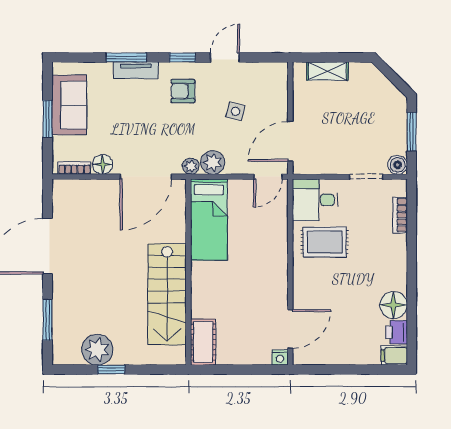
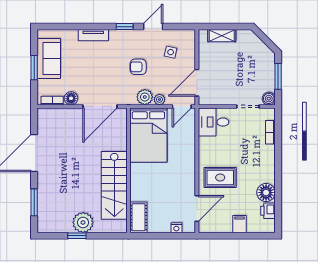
window: (126, 57) -> (87, 27), removed
armchair: (183, 91) -> (138, 67), moved
side table: (236, 111) -> (171, 52), moved
plant: (191, 166) -> (159, 100), moved
bed: (209, 219) -> (148, 135), width x1.50
rug: (325, 242) -> (220, 178), moved
plant: (97, 350) -> (83, 222), moved
filing cabinet: (394, 355) -> (240, 224), moved, turned 90
nightstand: (280, 358) -> (176, 228), moved

